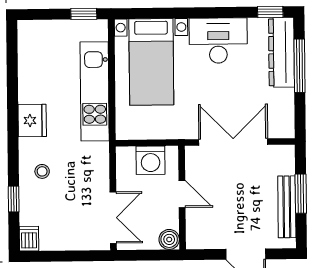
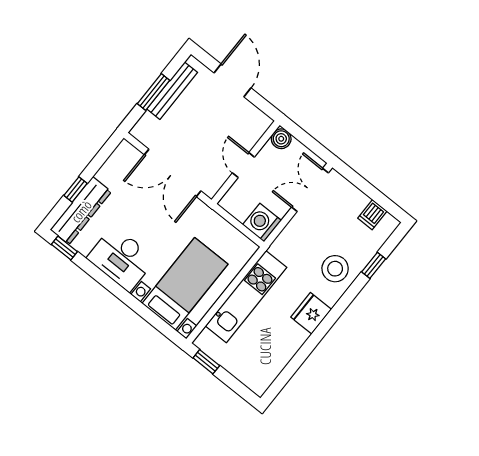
window: (299, 66) -> (75, 189), width x0.46
washing machine: (151, 160) -> (262, 223), moved, turned -90
stool: (42, 171) -> (335, 269), width x1.89, depth x1.89
dishwasher: (29, 239) -> (372, 215), moved

